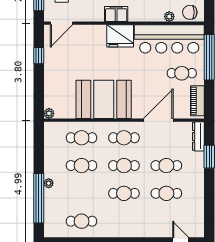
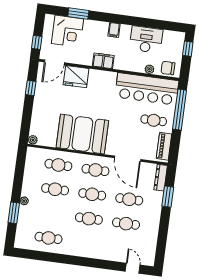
fridge: (120, 36) -> (76, 77), moved
door: (158, 120) -> (128, 159), swing flipped
window: (39, 198) -> (14, 213), width x0.47

